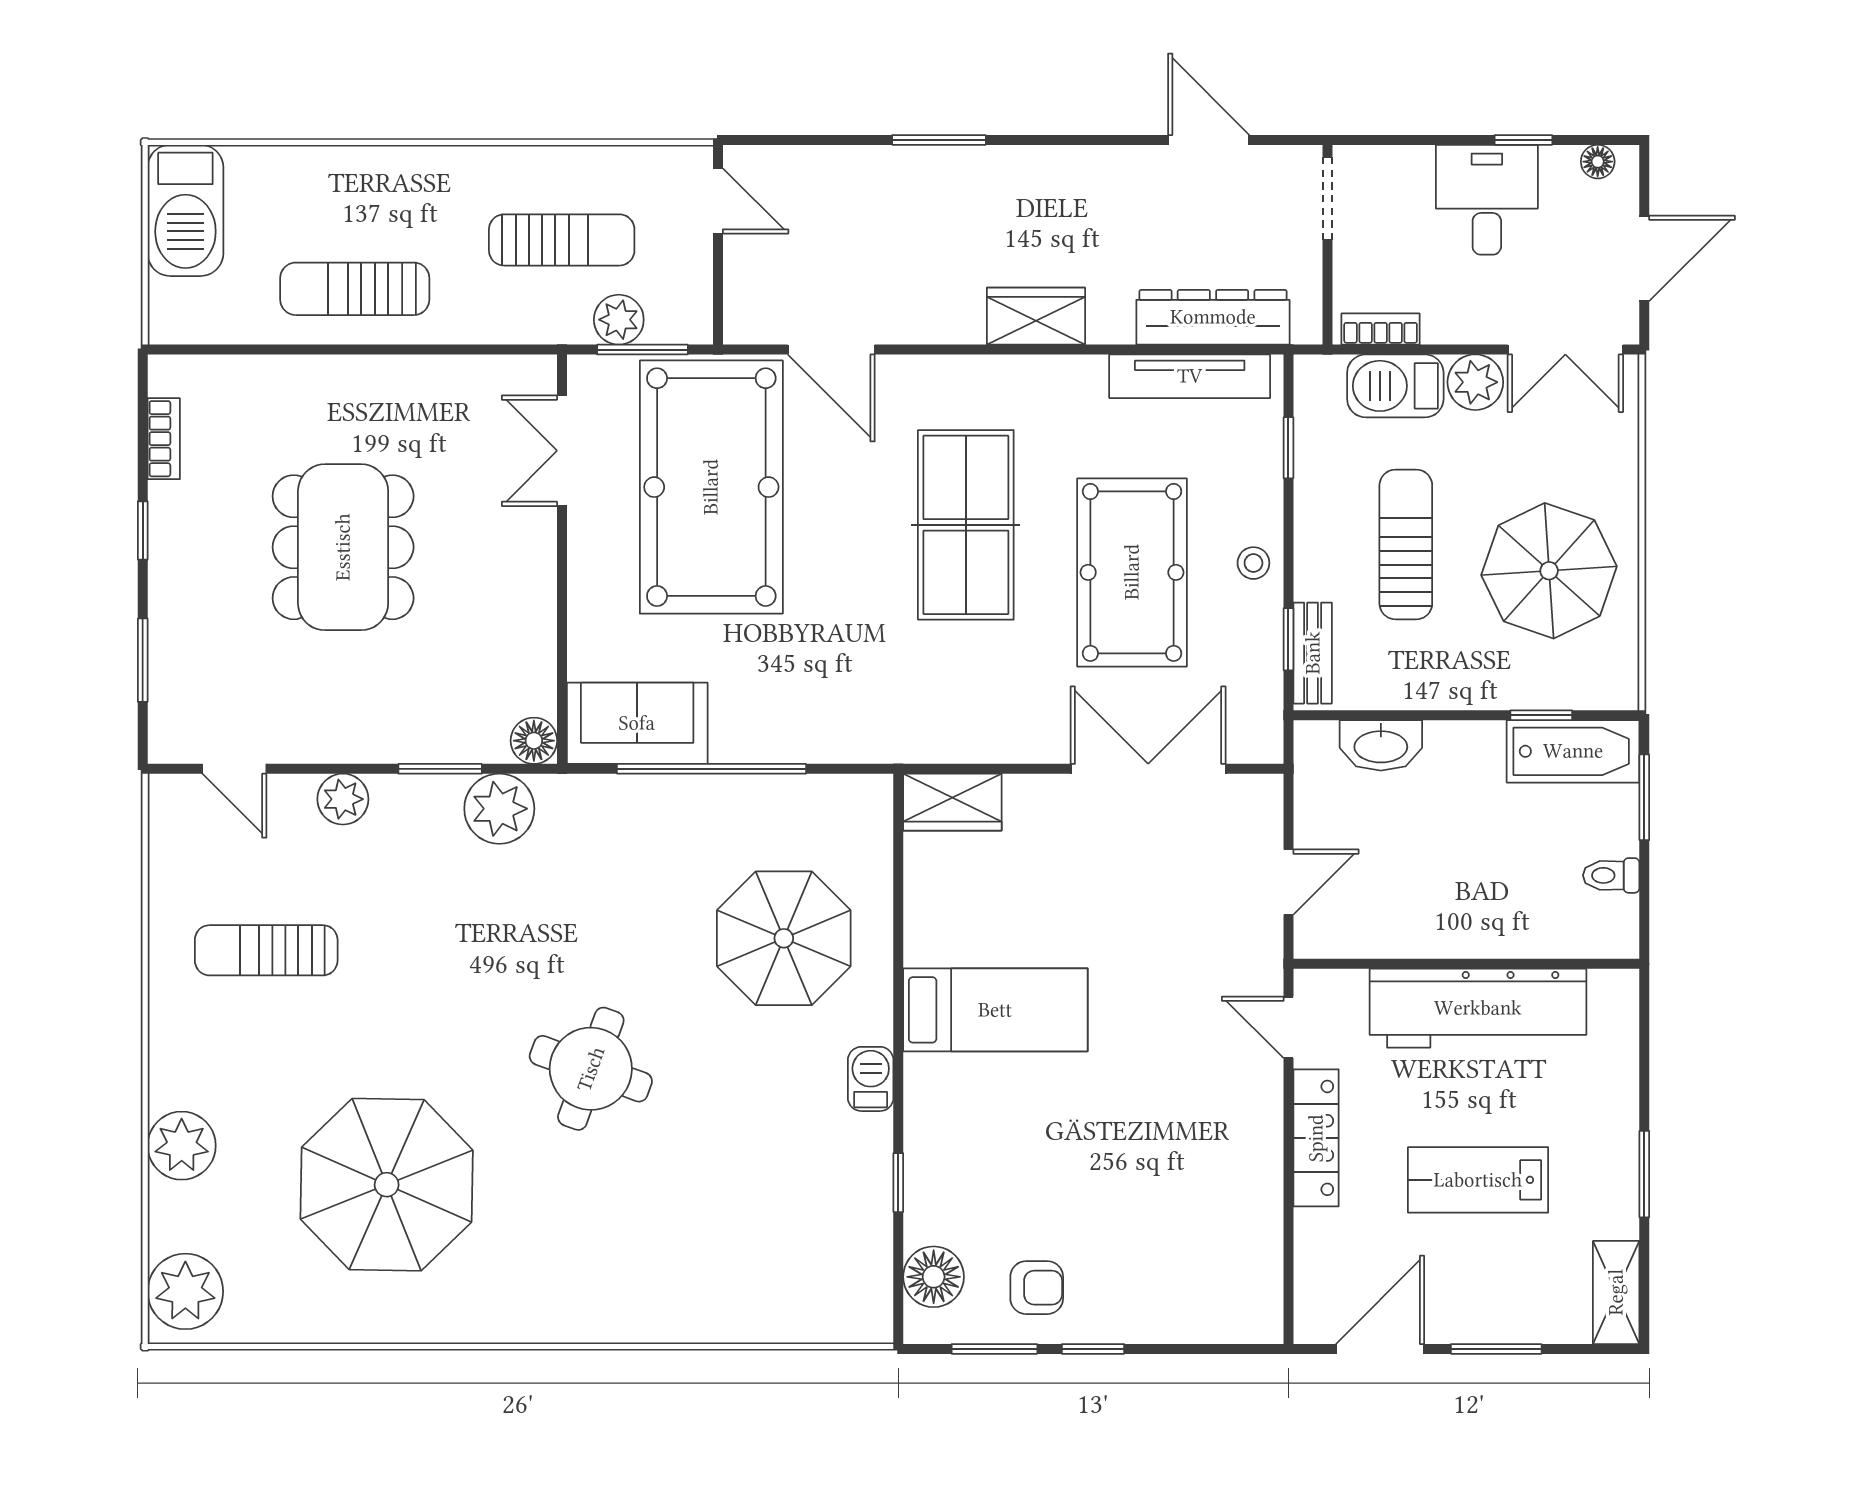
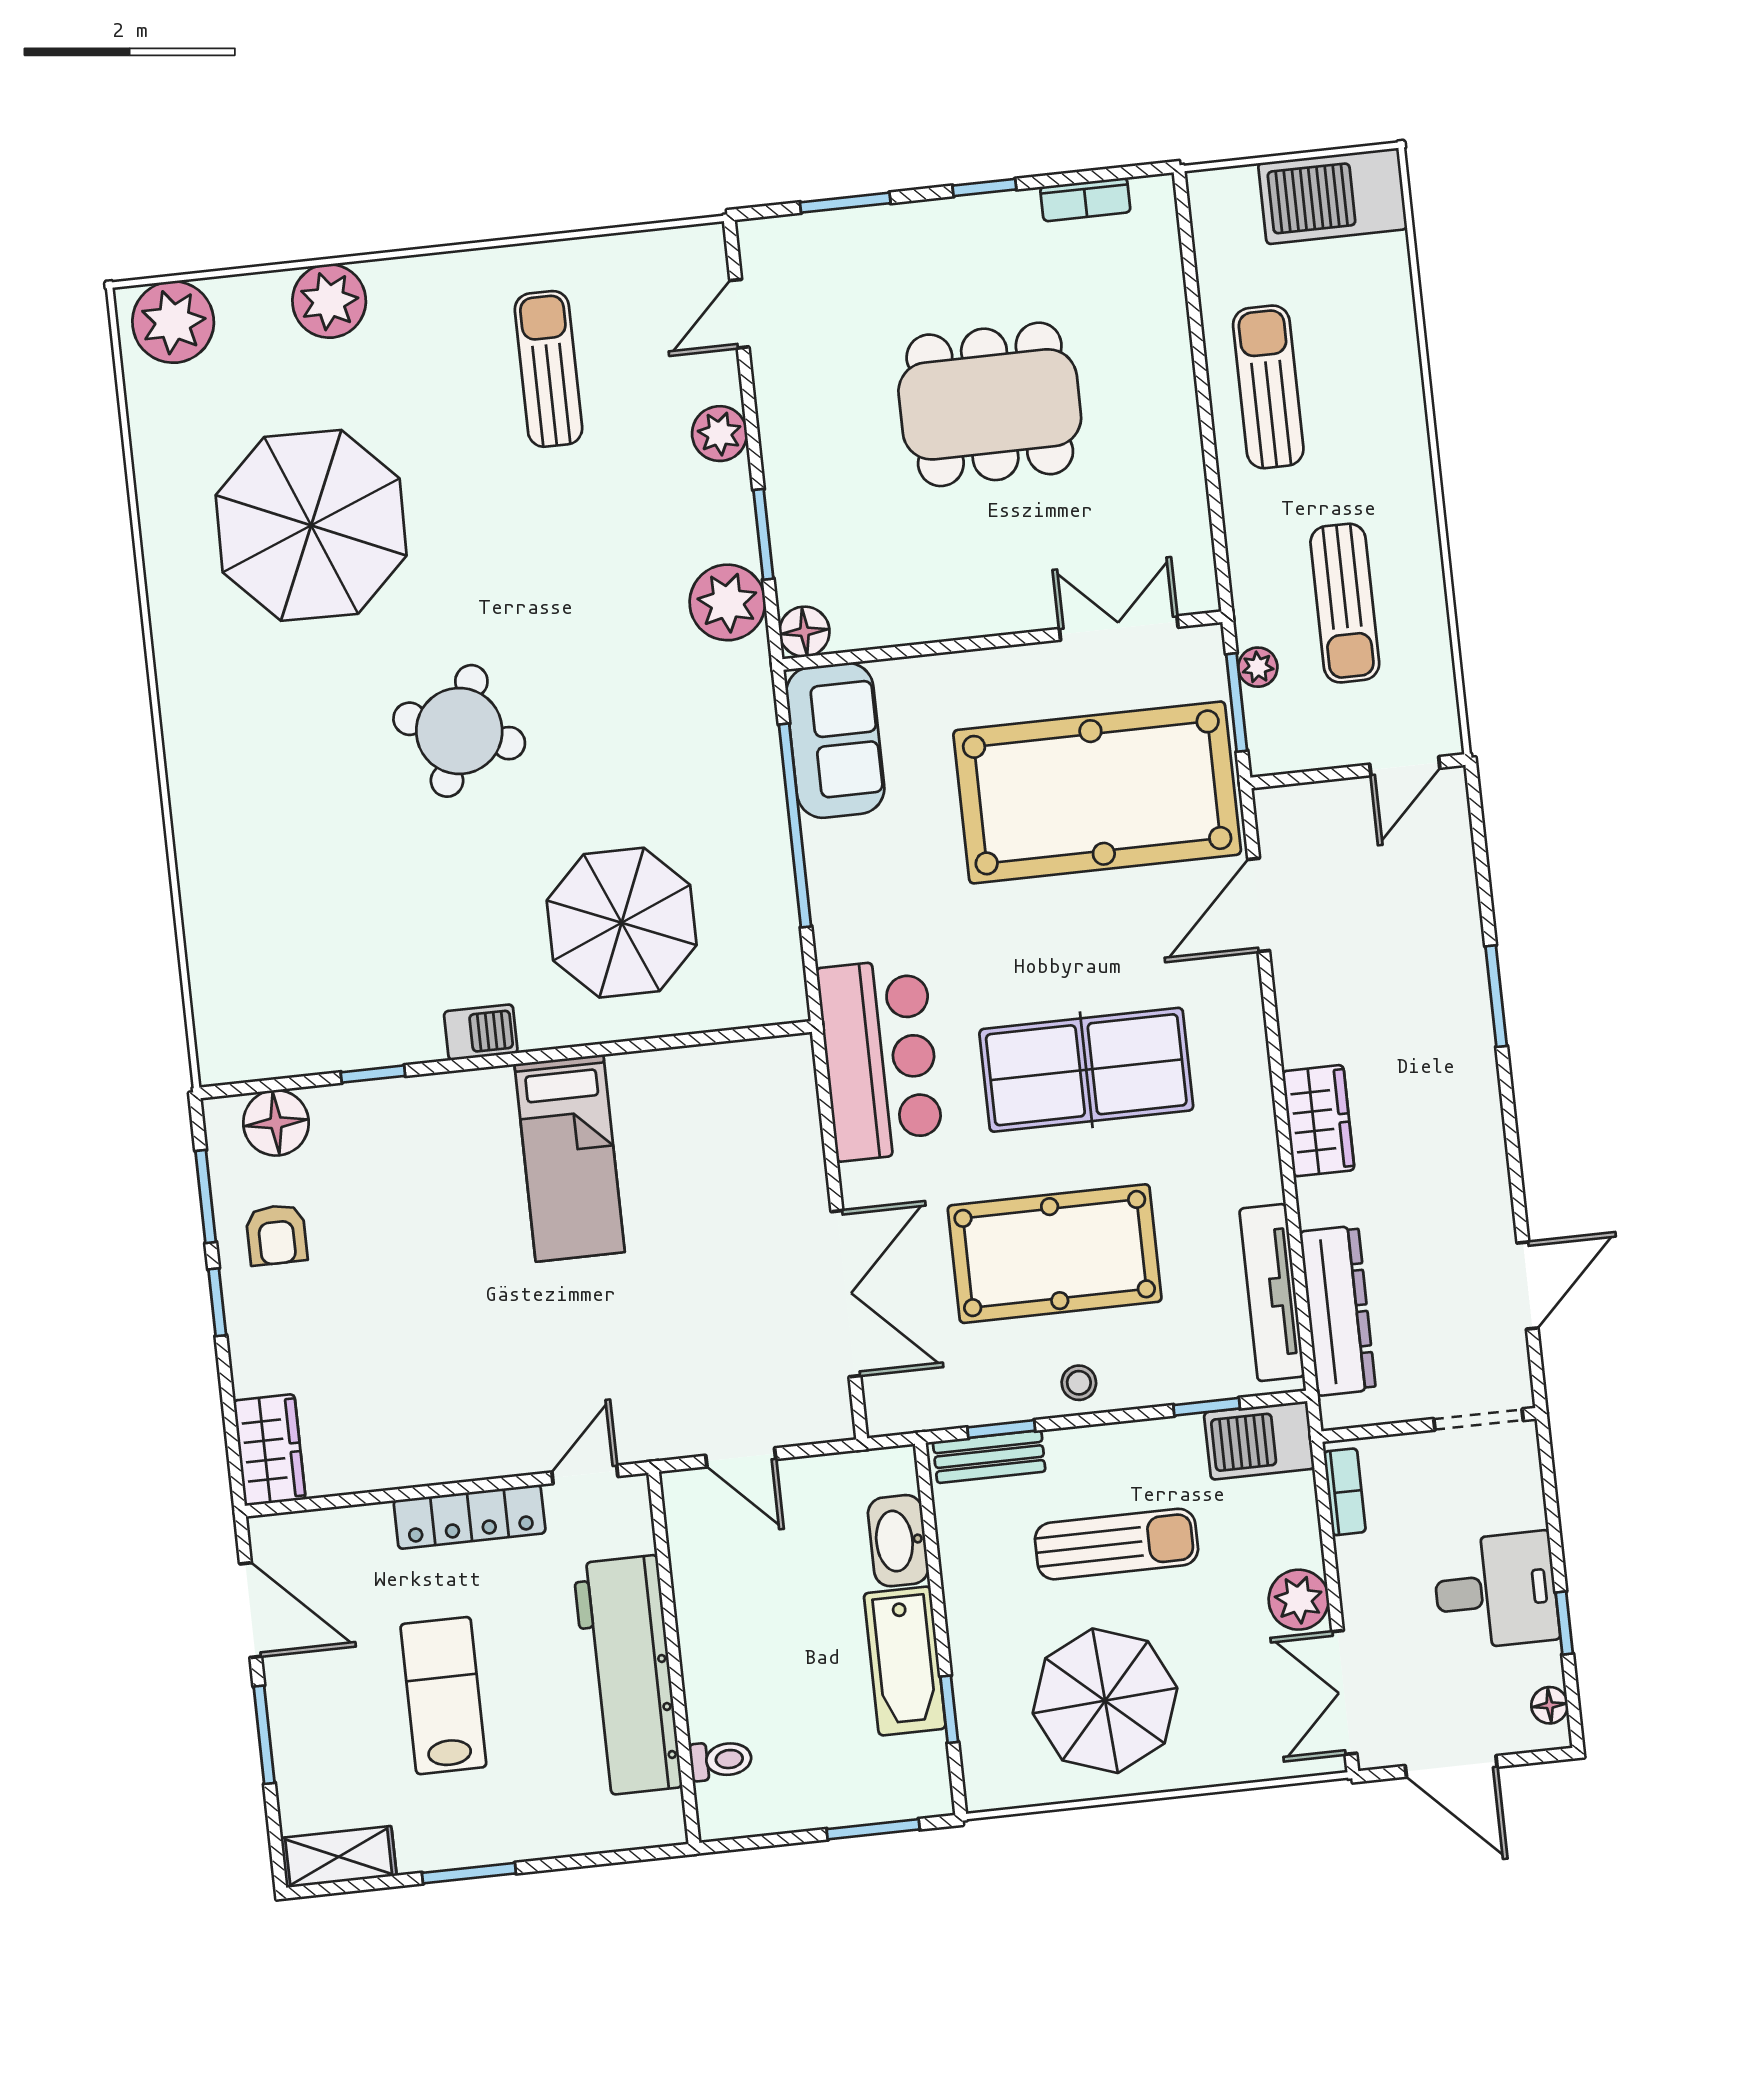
plant: (619, 320) -> (1258, 667), width x0.73, depth x0.73
barbecue: (1395, 386) -> (1259, 1441), moved, turned -90
bar counter: (936, 714) -> (880, 1059), added
bathtub: (1573, 751) -> (905, 1661), moved
wardrobe: (952, 802) -> (269, 1450), moved, turned 180
toilet: (1611, 875) -> (721, 1760), moved, turned 90

